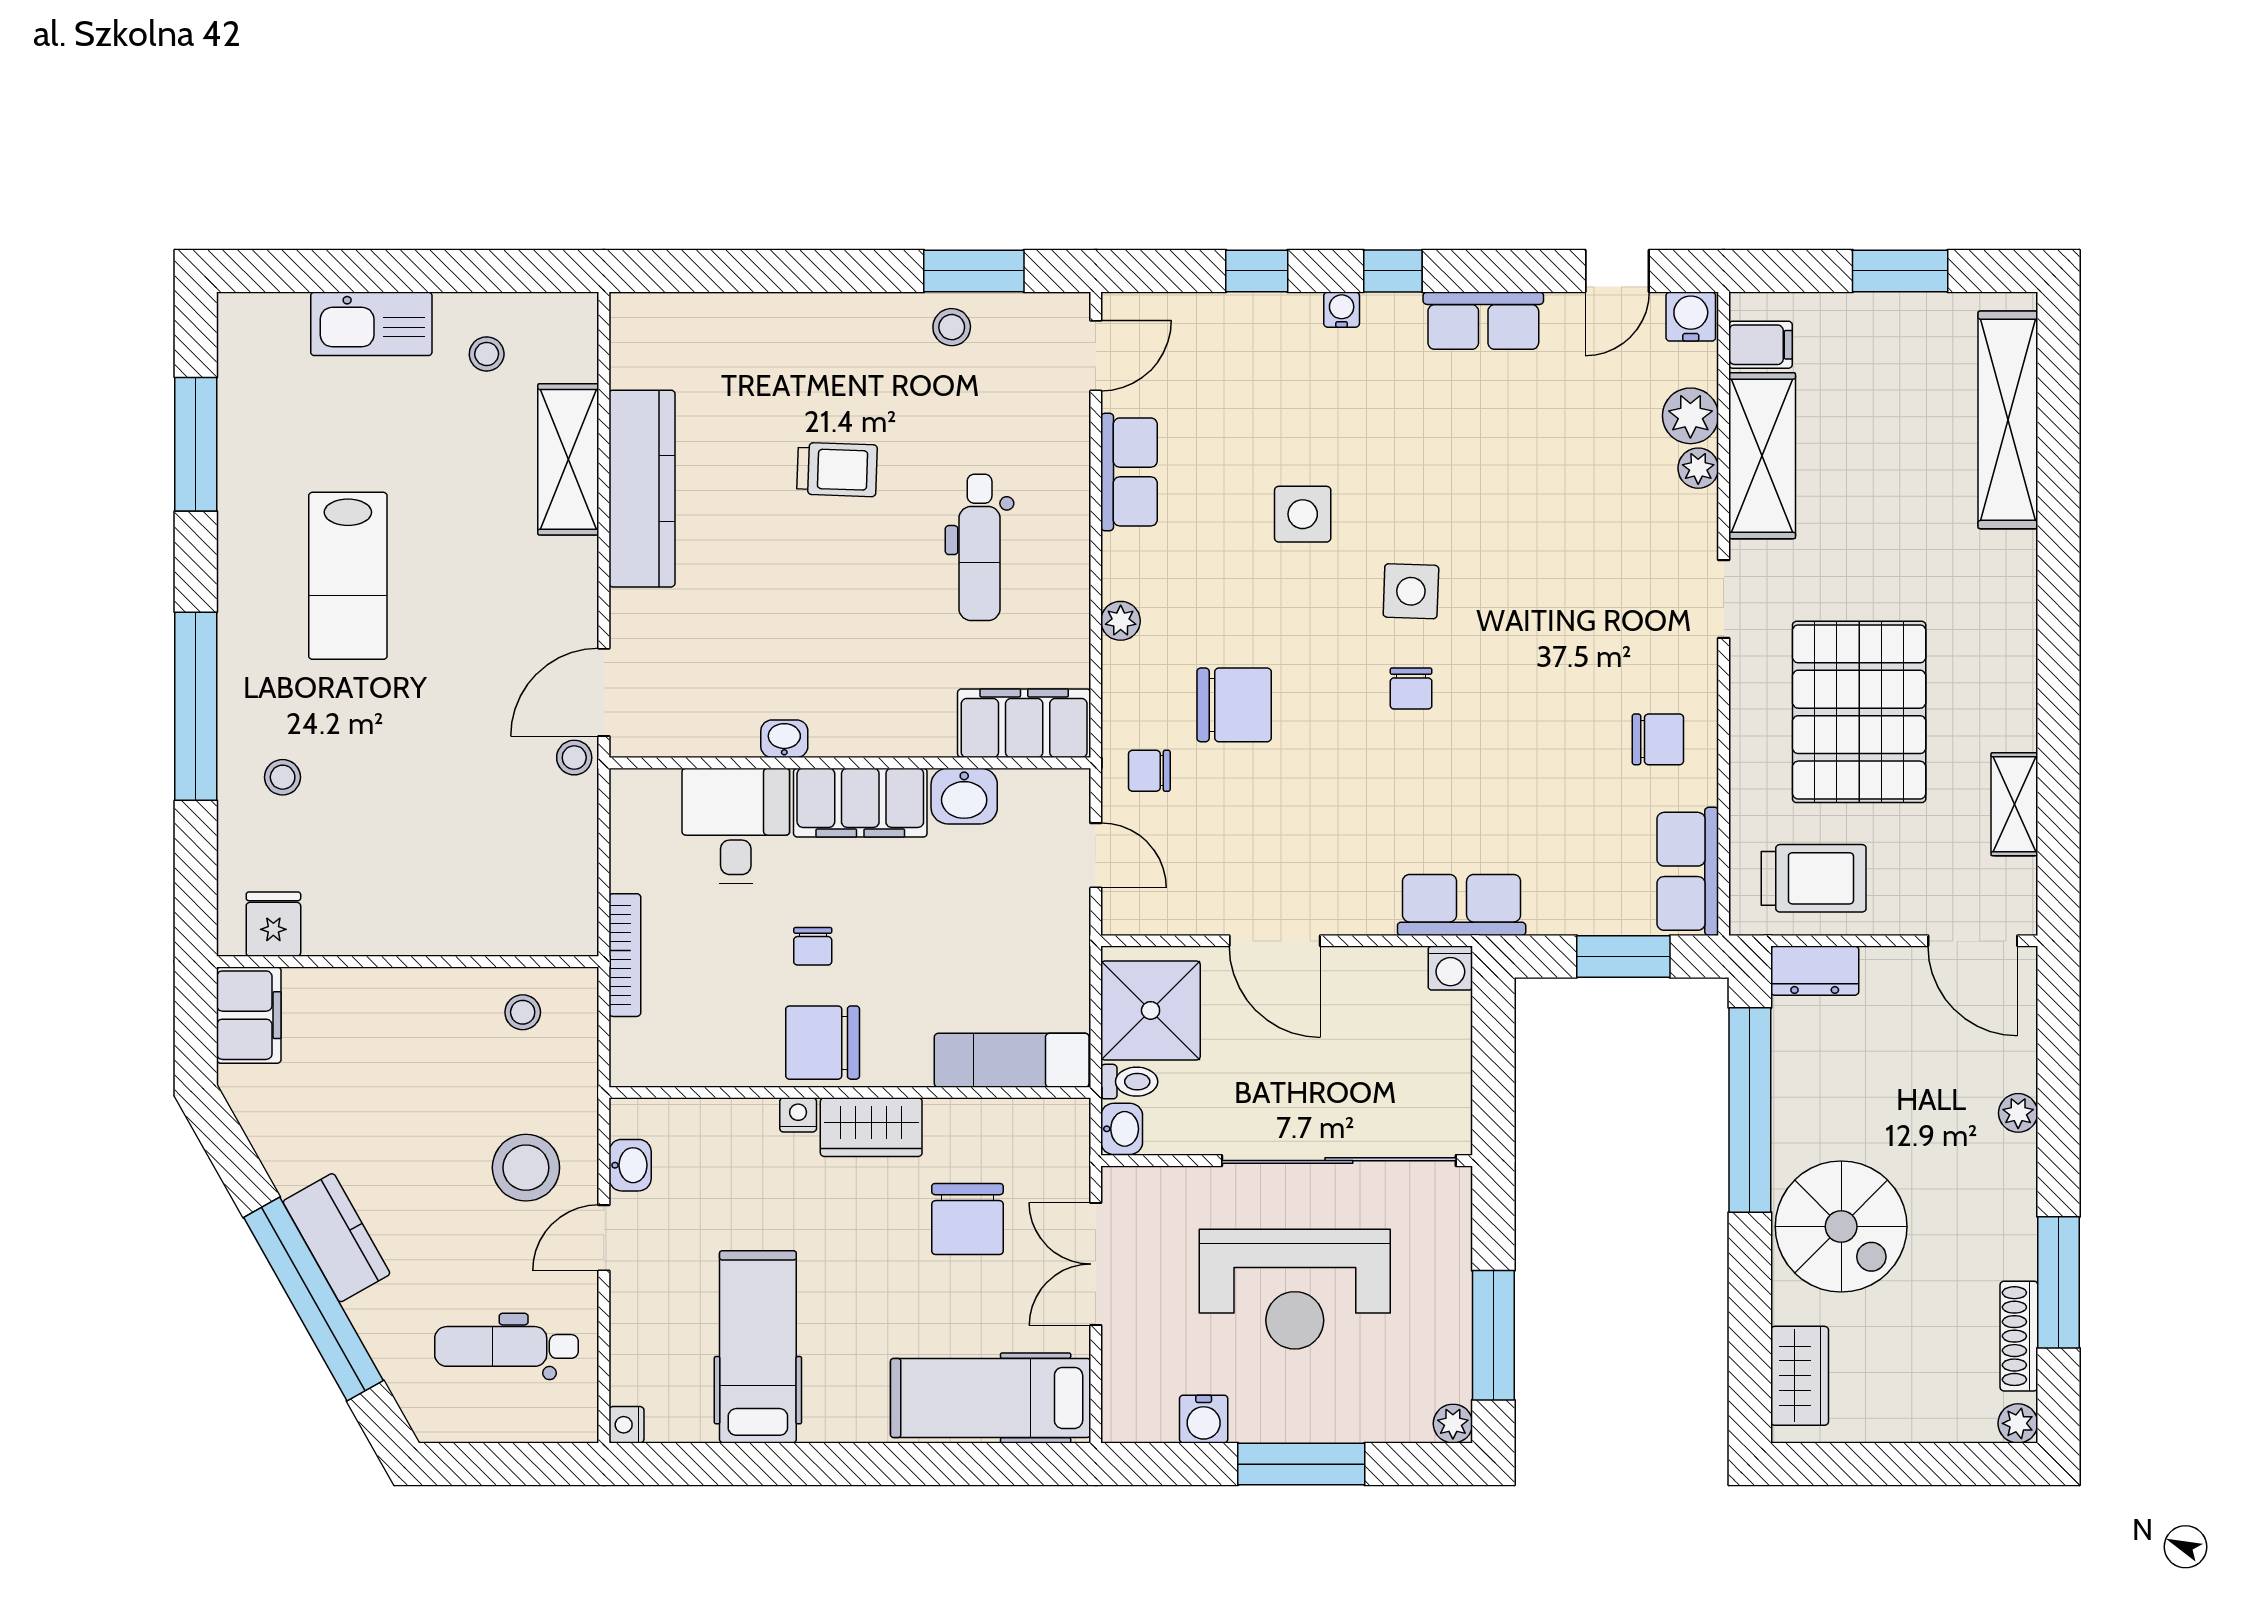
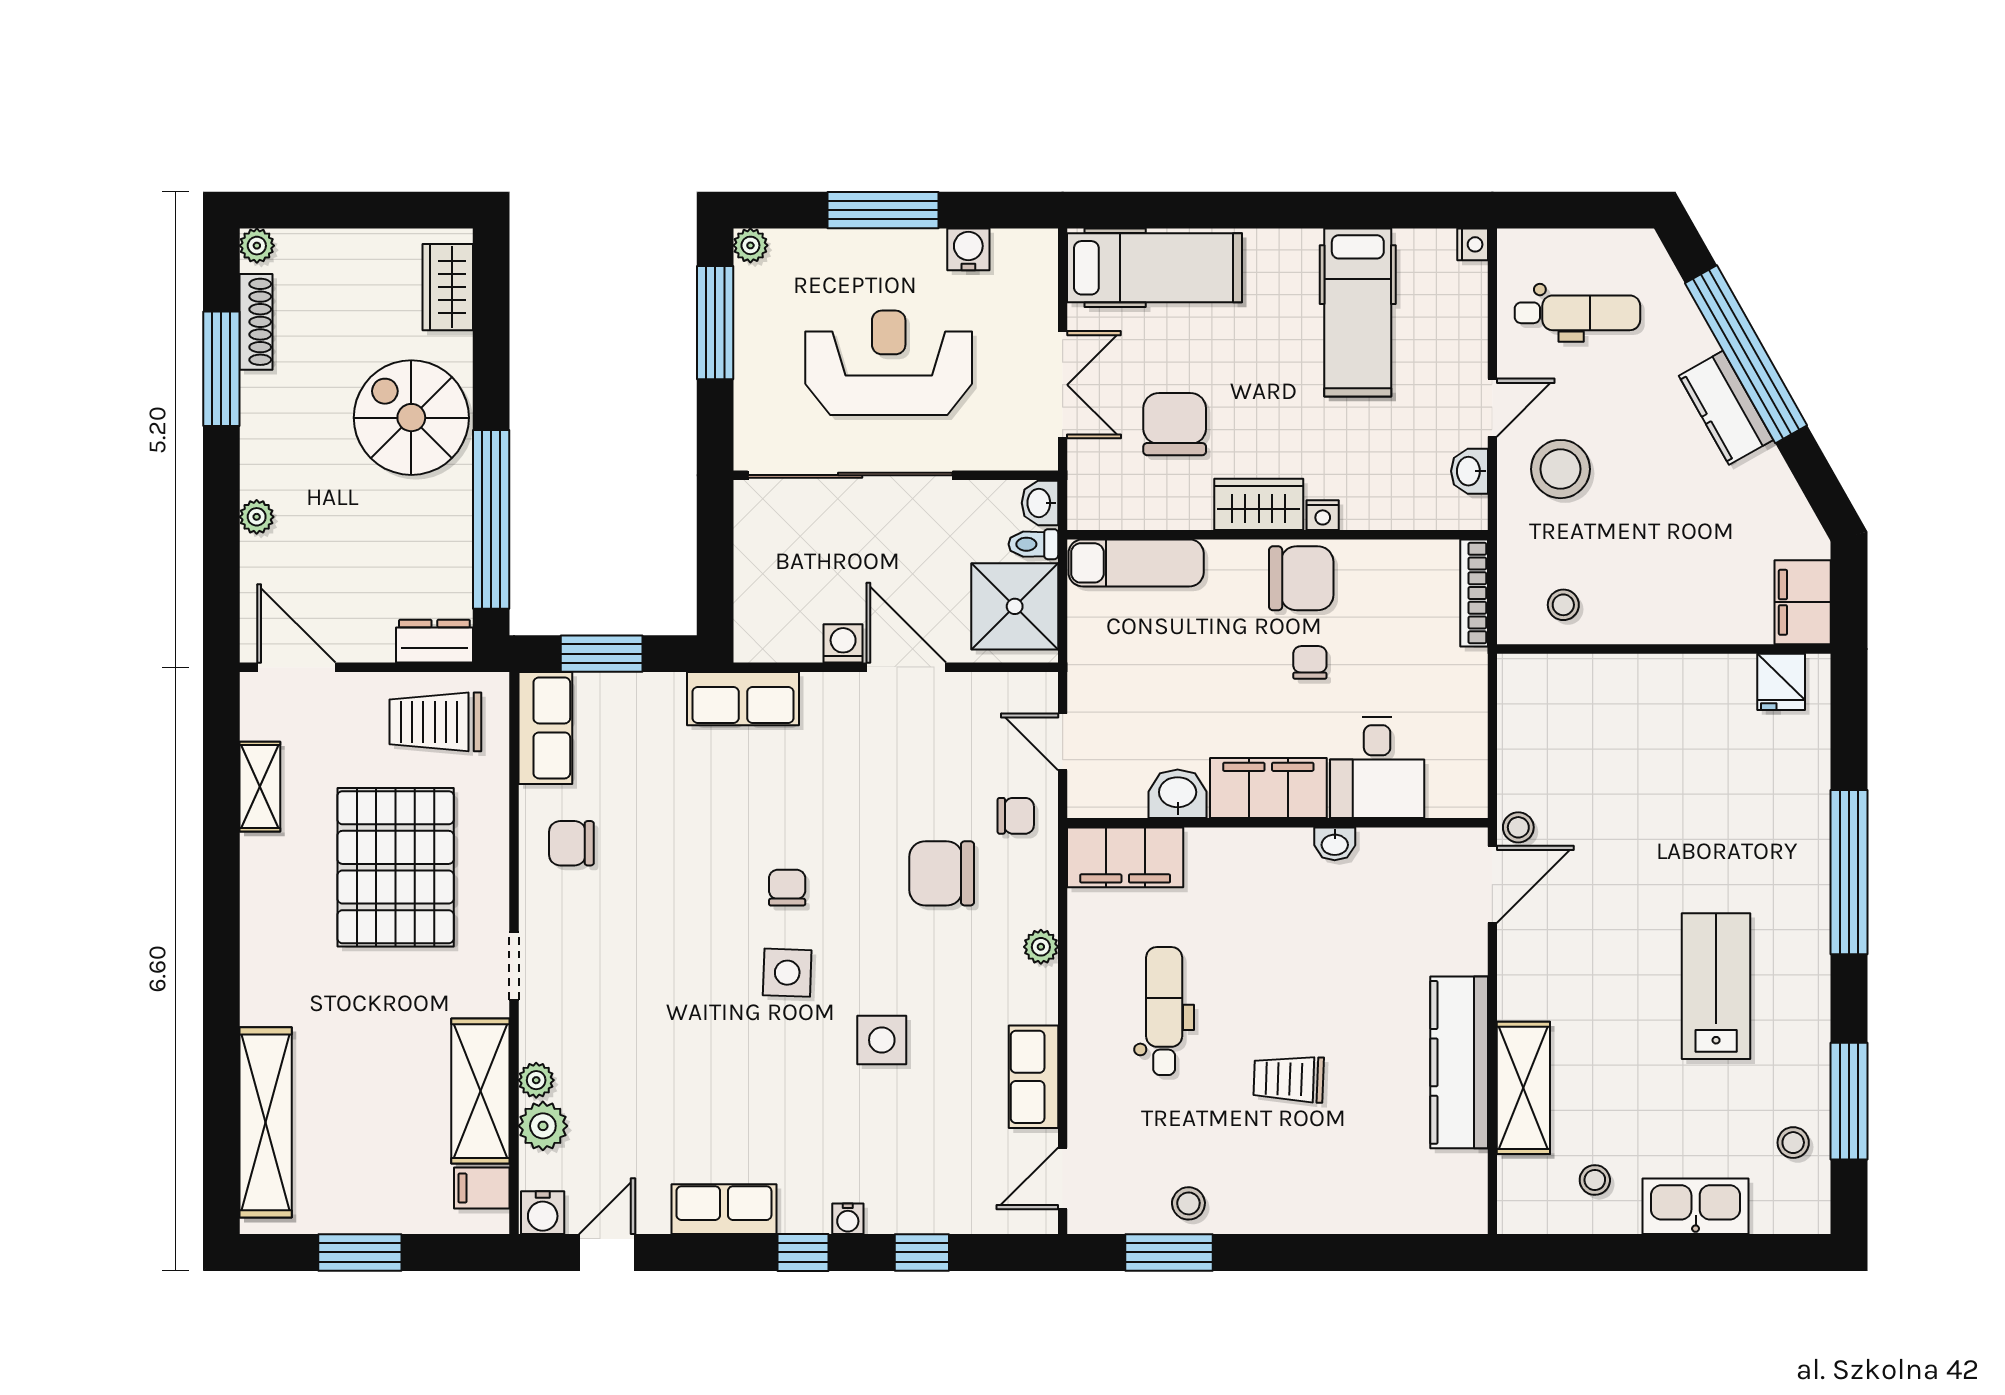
stool: (283, 777) -> (1793, 1143), moved
bookcase: (625, 955) -> (1474, 593), moved
washing machine: (1450, 968) -> (843, 643), moved

